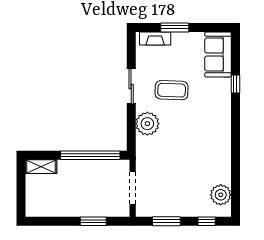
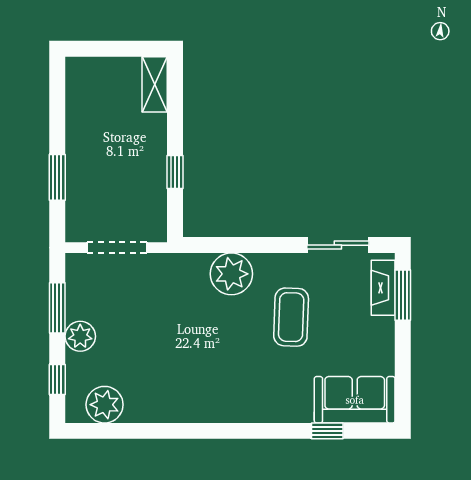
window: (175, 27) -> (403, 295), moved
window: (235, 84) -> (327, 431), moved
sliding door: (131, 86) -> (338, 245), moved
window: (90, 155) -> (175, 172), width x0.32
plant: (182, 208) -> (80, 336), added

